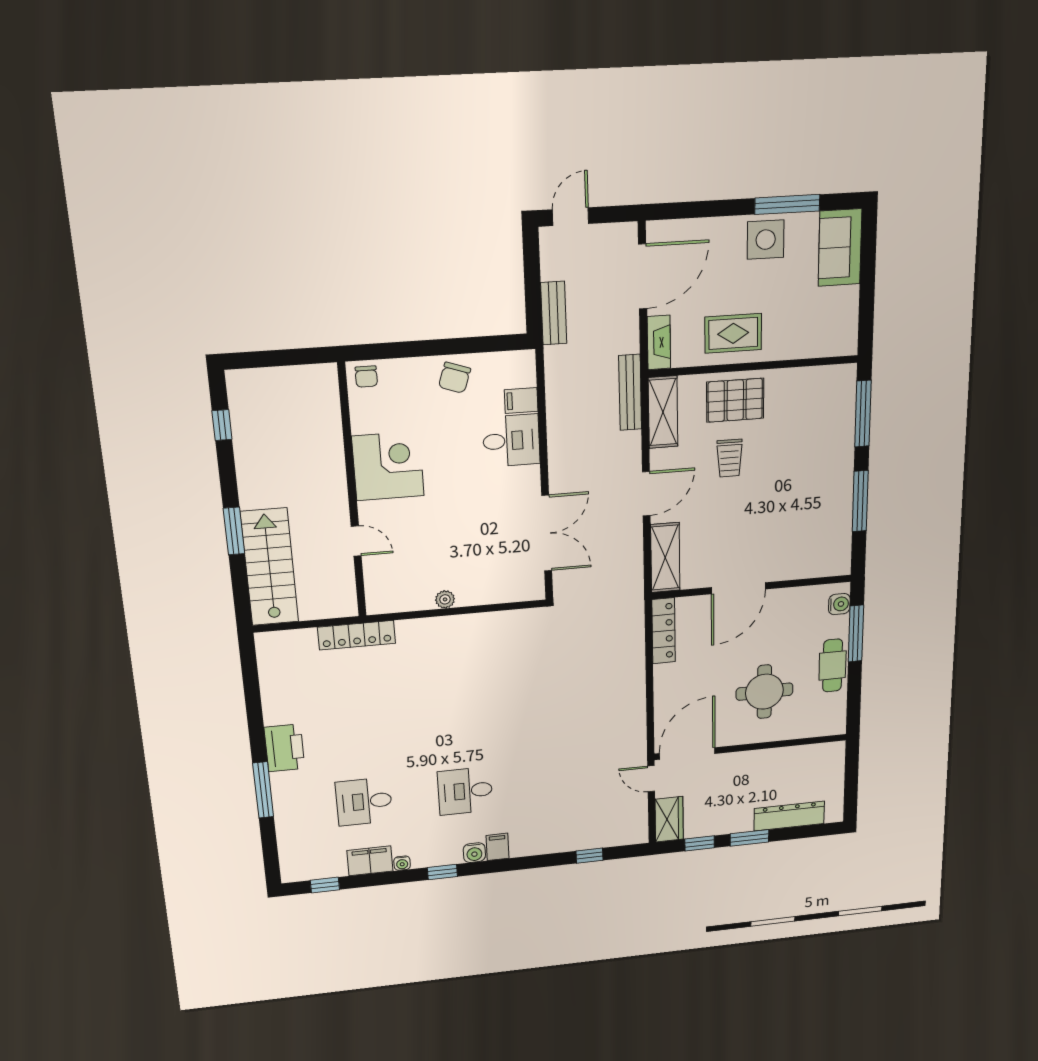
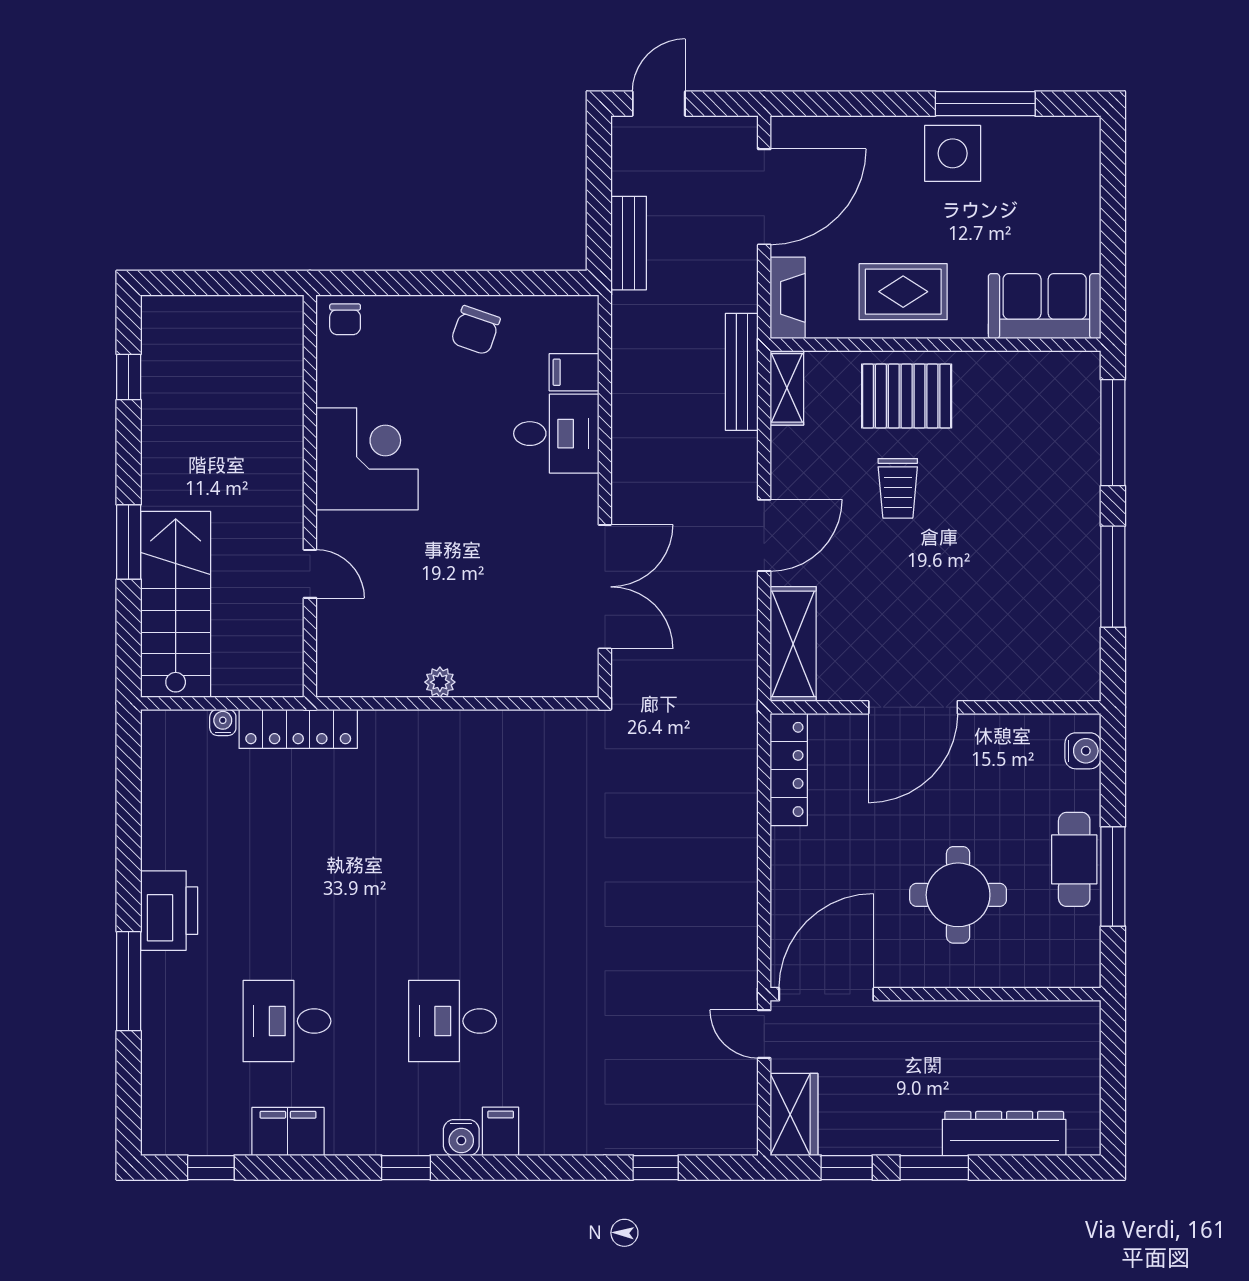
sofa: (840, 248) -> (1045, 306), moved, turned 90
shelving: (663, 412) -> (787, 388), width x0.67, depth x0.75
window: (856, 634) -> (1113, 876), moved
water cooler: (402, 863) -> (223, 722), moved, turned 180

